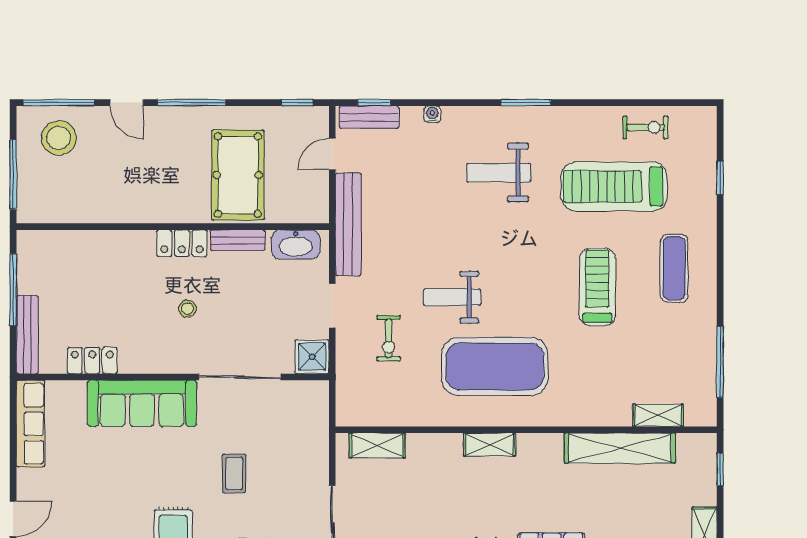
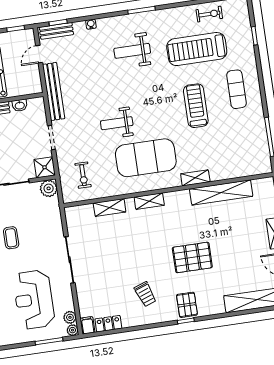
washbasin: (296, 244) -> (20, 105), width x0.52, depth x0.69
exercise bike: (389, 338) -> (83, 175), moved
plant: (314, 395) -> (49, 188), added
shelving: (658, 415) -> (195, 178), moved
shelving: (377, 445) -> (110, 208), moved

